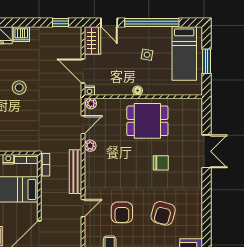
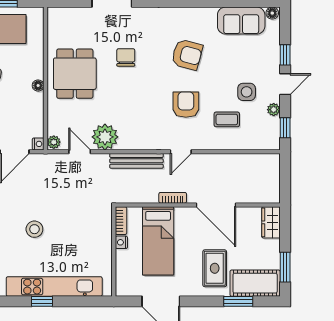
plant: (90, 146) -> (105, 137), width x1.87, depth x1.87
bookcase: (45, 165) -> (173, 198), moved
door: (83, 208) -> (181, 152), swing flipped
armchair: (122, 212) -> (186, 105), turned -90

